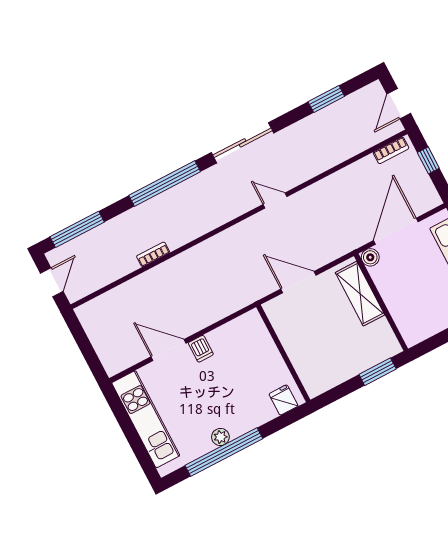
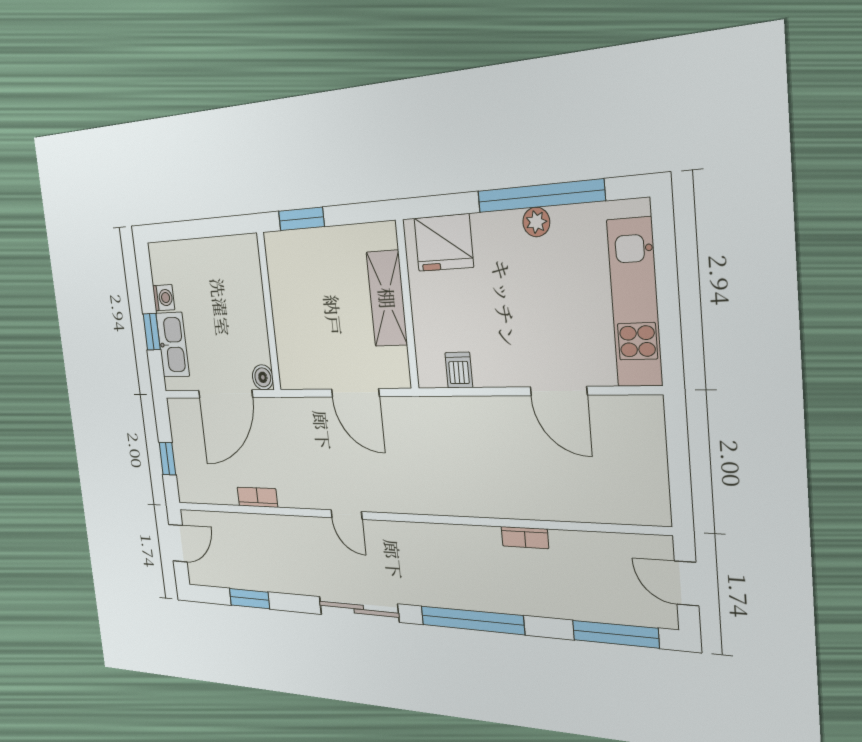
bookcase: (391, 150) -> (257, 497), moved
door: (52, 282) -> (687, 583), hinge flipped
shelving: (360, 294) -> (387, 298), moved
dishwasher: (201, 349) -> (459, 370), moved
fridge: (283, 400) -> (444, 243), width x1.88, depth x1.34

